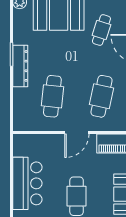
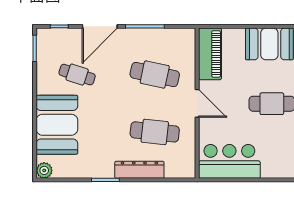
dresser: (20, 66) -> (139, 170), moved
bar counter: (27, 183) -> (229, 161), moved

